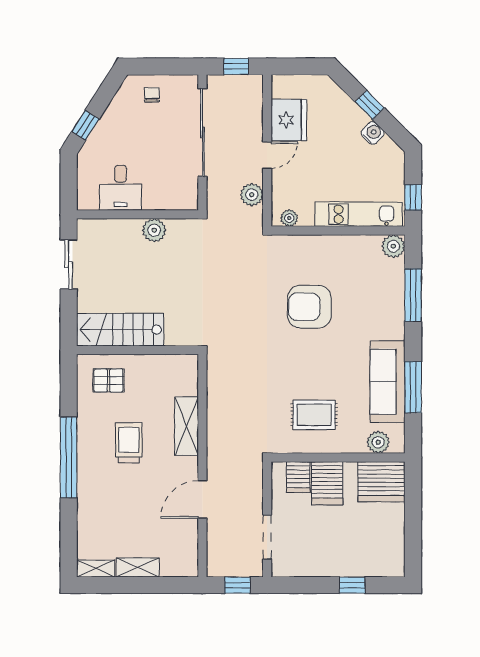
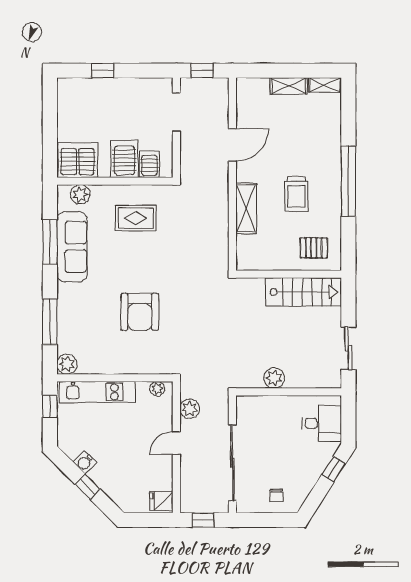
fridge: (289, 120) -> (161, 501), moved, width x0.53, depth x0.75
desk: (121, 188) -> (322, 423), moved, turned 90
armchair: (309, 307) -> (140, 312), turned 90

